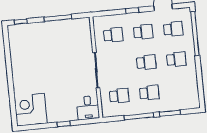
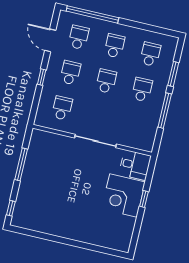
school desk: (119, 96) -> (150, 54), moved
corner desk: (31, 110) -> (123, 196), moved

